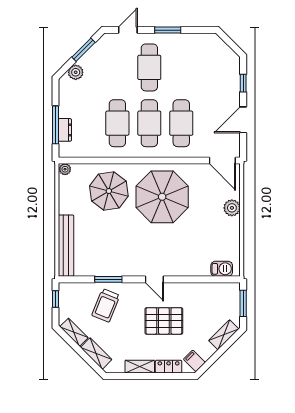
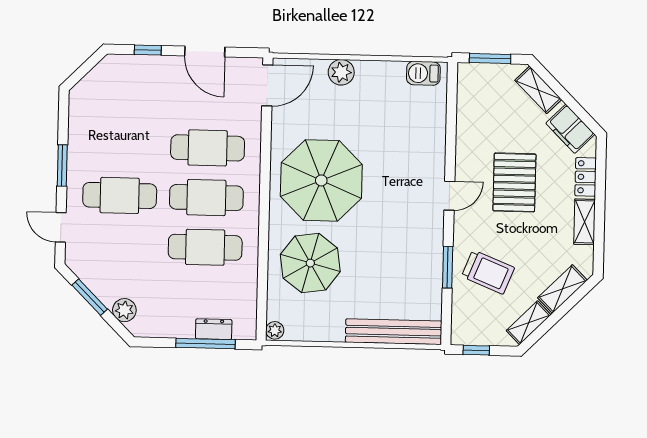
barbecue: (222, 269) -> (423, 73), moved, turned -90
filing cabinet: (194, 361) -> (570, 129), width x2.00

